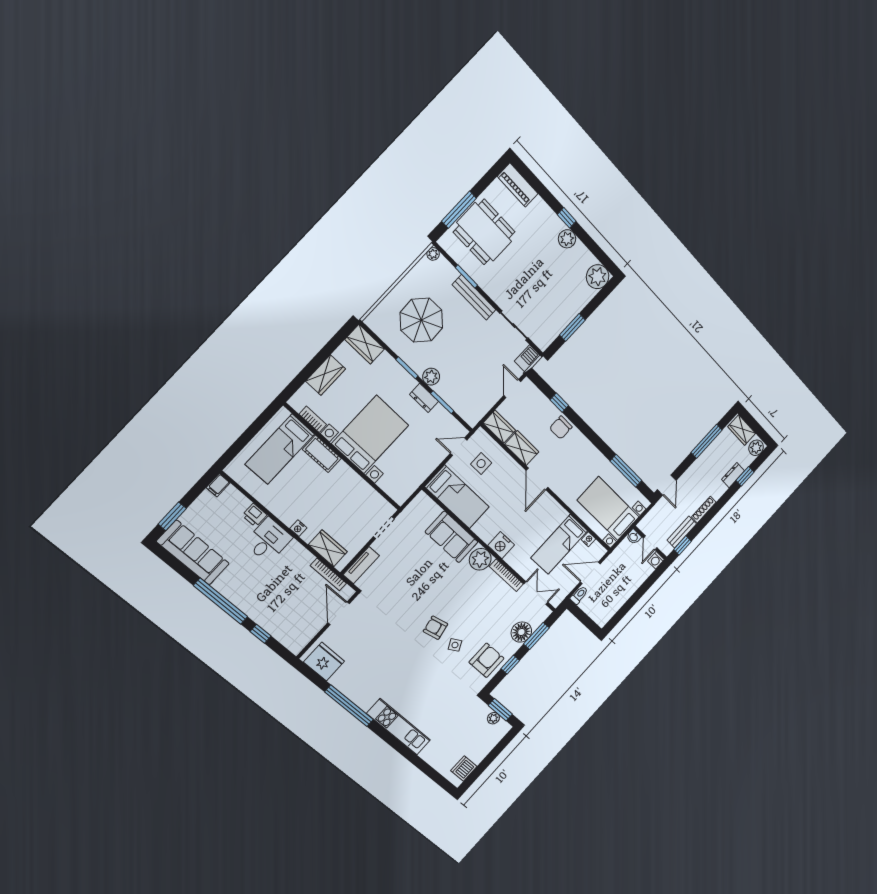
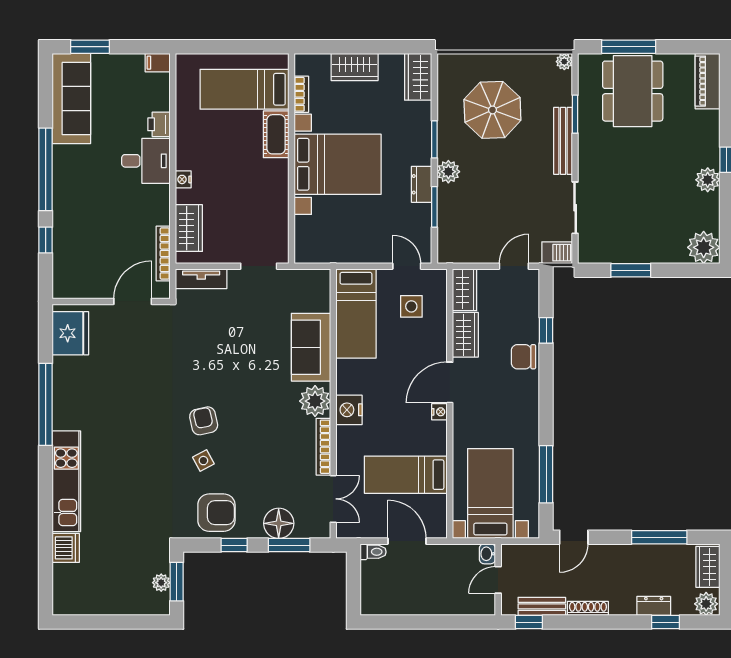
nightstand: (588, 539) -> (439, 412), moved
washing machine: (656, 560) -> (486, 606), removed
dishwasher: (464, 769) -> (66, 548), moved, turned 90

